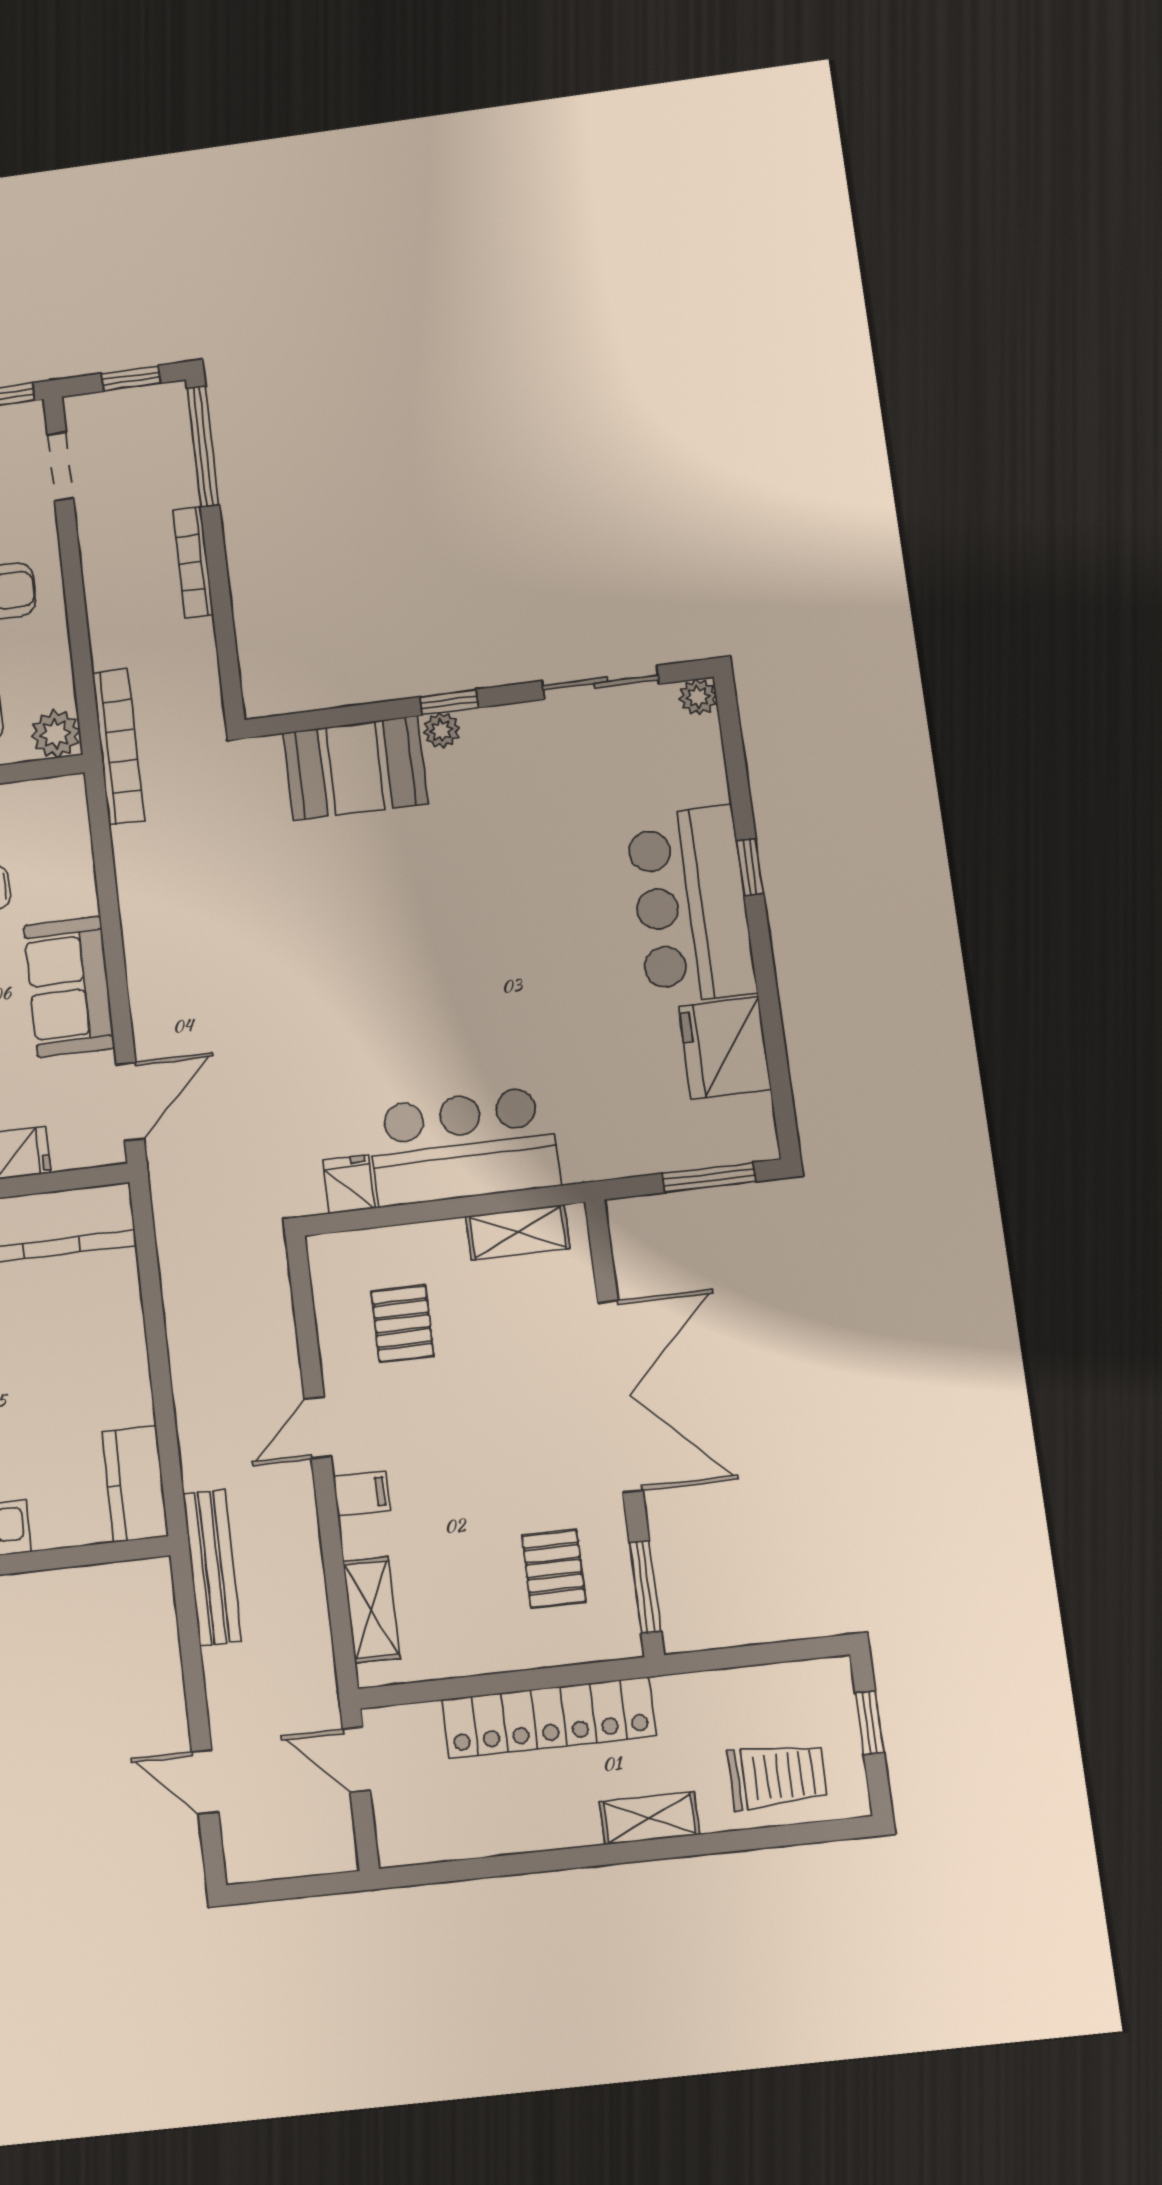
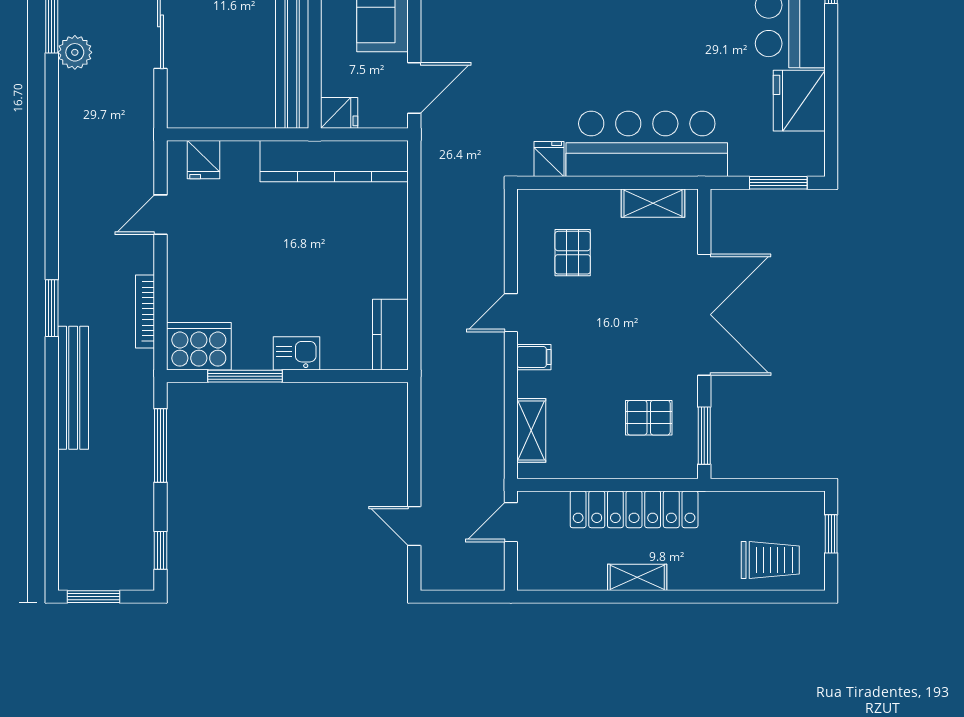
bar counter: (464, 1147) -> (647, 144), width x1.36
bench: (212, 1567) -> (434, 393), removed
pallet: (554, 1569) -> (649, 418), turned 90
door: (356, 1760) -> (511, 522), hinge flipped
shelving: (649, 1818) -> (637, 577), moved

